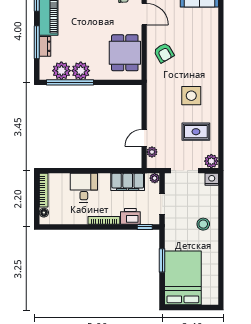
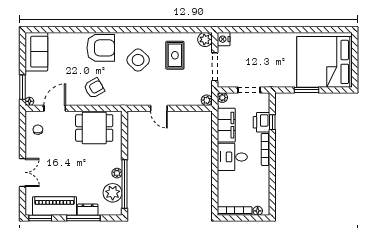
armchair: (203, 59) -> (101, 48), added
plant: (81, 71) -> (117, 173), width x0.53, depth x0.53
side table: (191, 96) -> (138, 60), turned 45
door: (144, 138) -> (159, 108), moved
plant: (152, 152) -> (207, 100), moved
desk: (84, 188) -> (232, 157), moved
stool: (203, 224) -> (269, 48), removed
window: (145, 227) -> (272, 122), moved
bed: (183, 278) -> (325, 62), width x1.36

